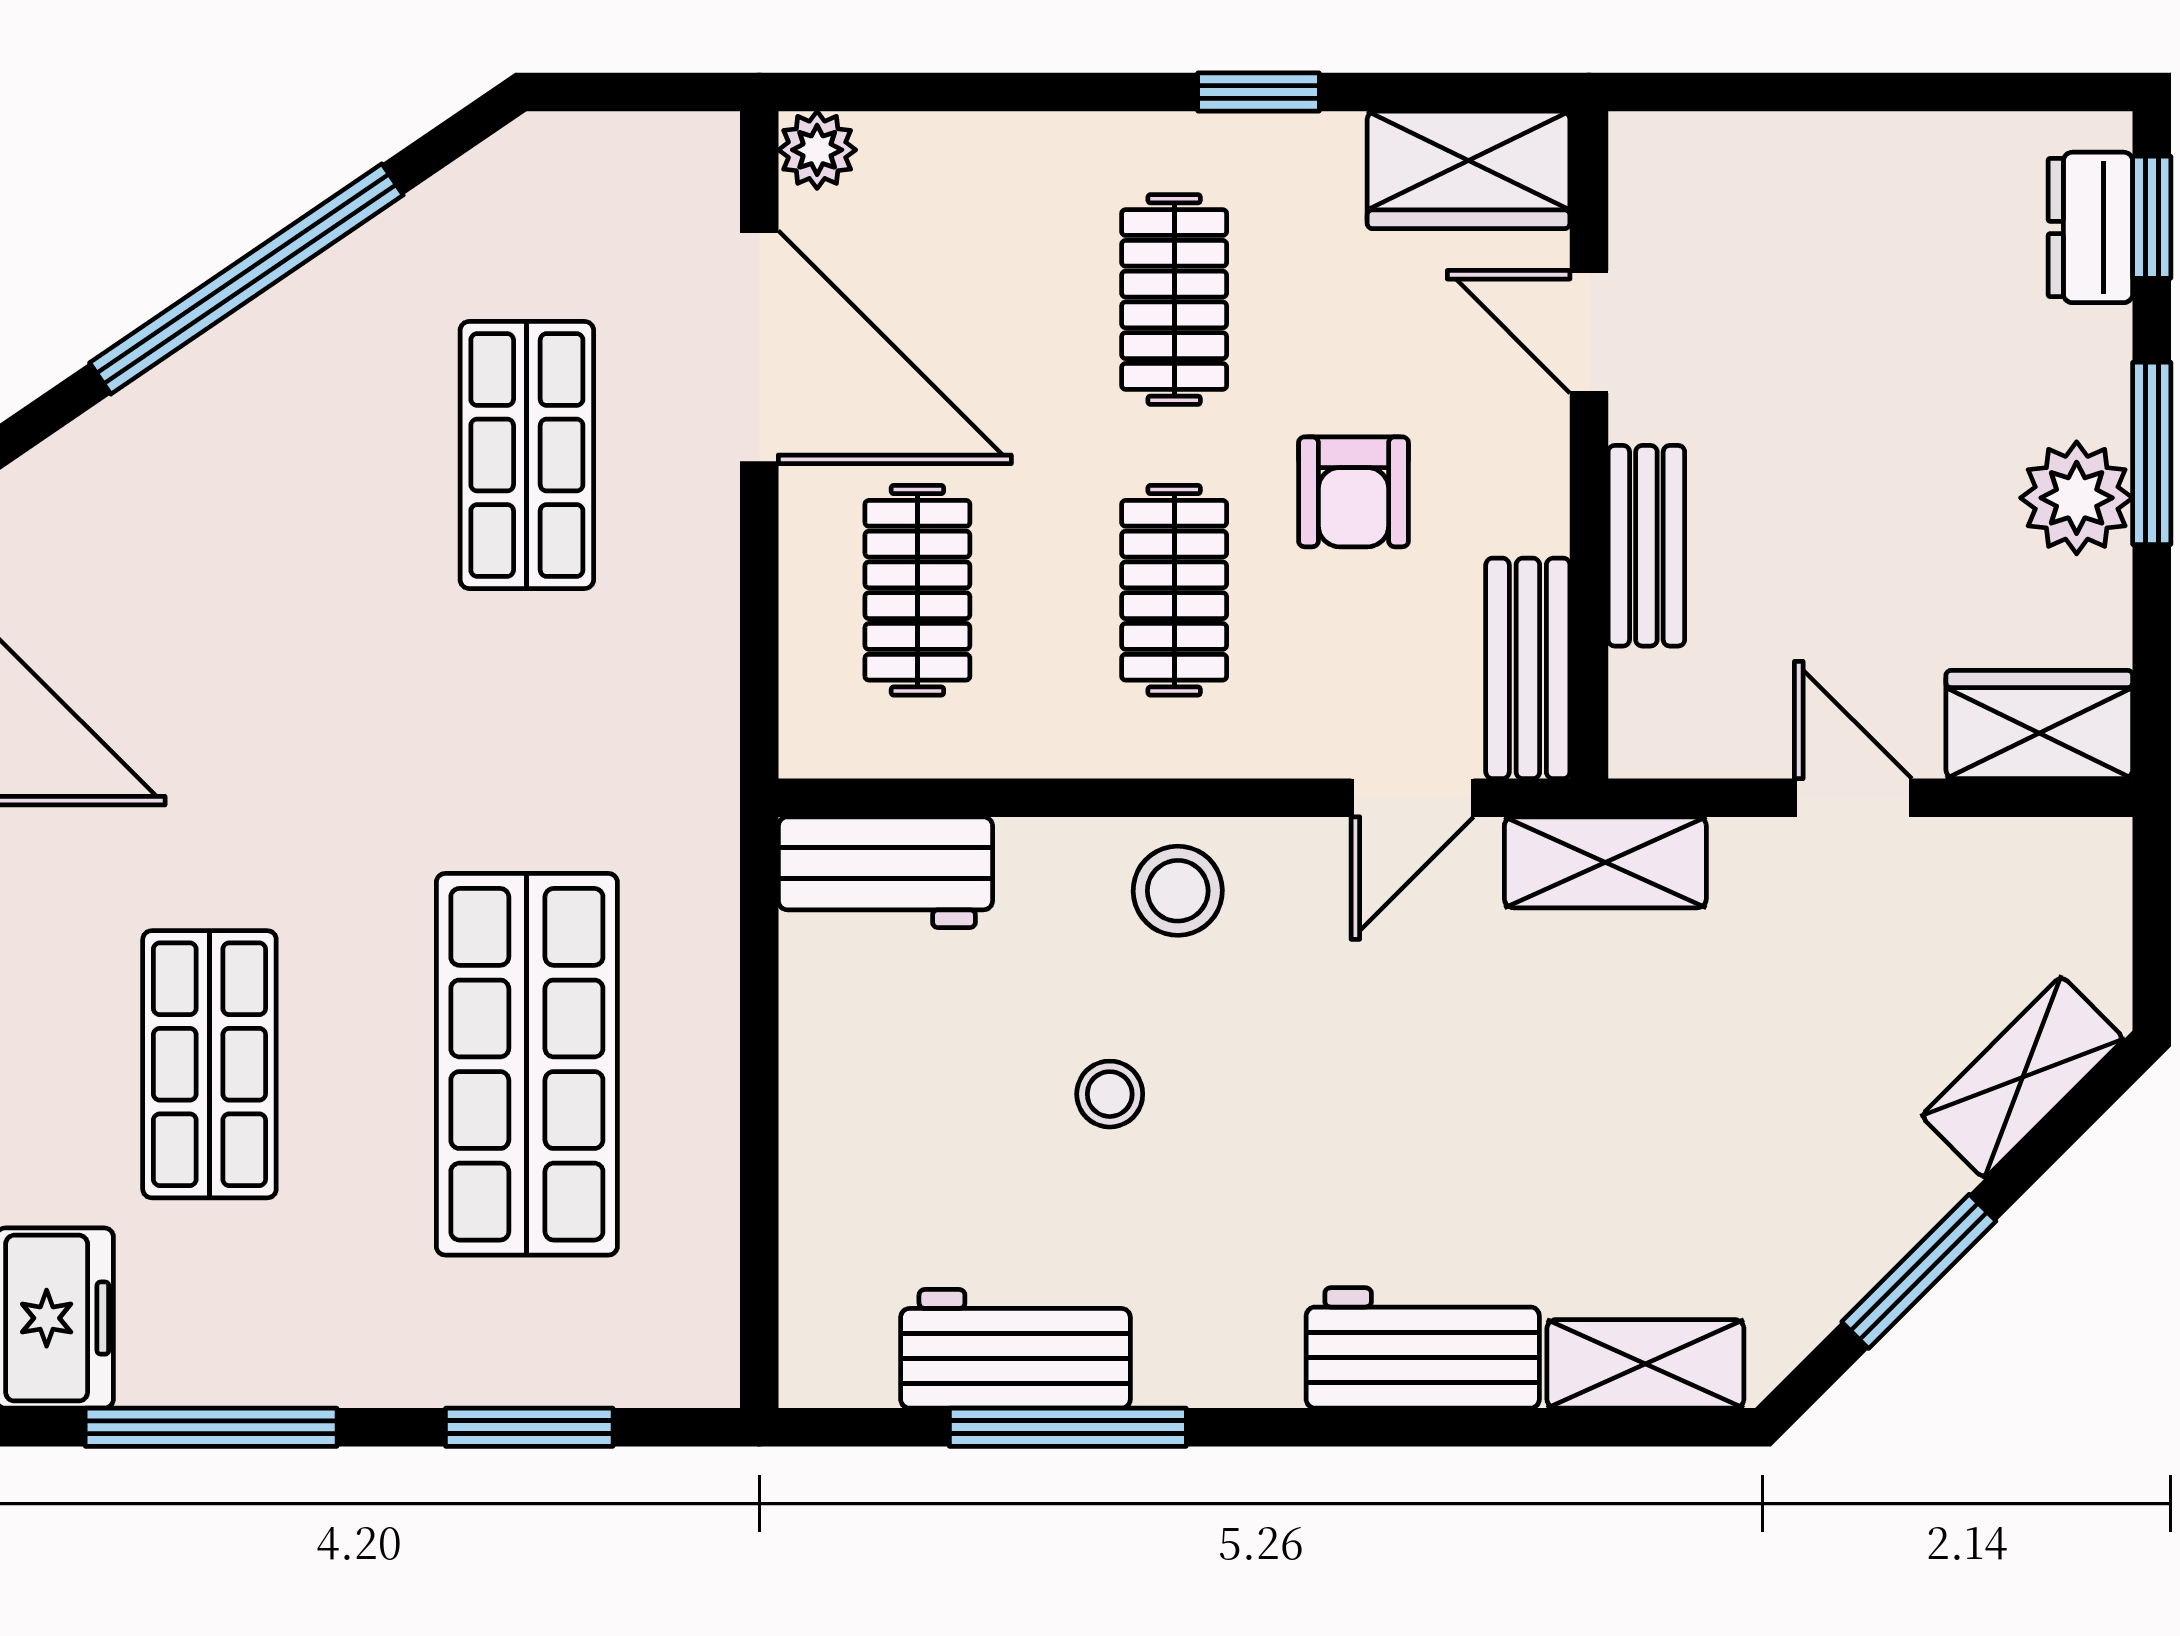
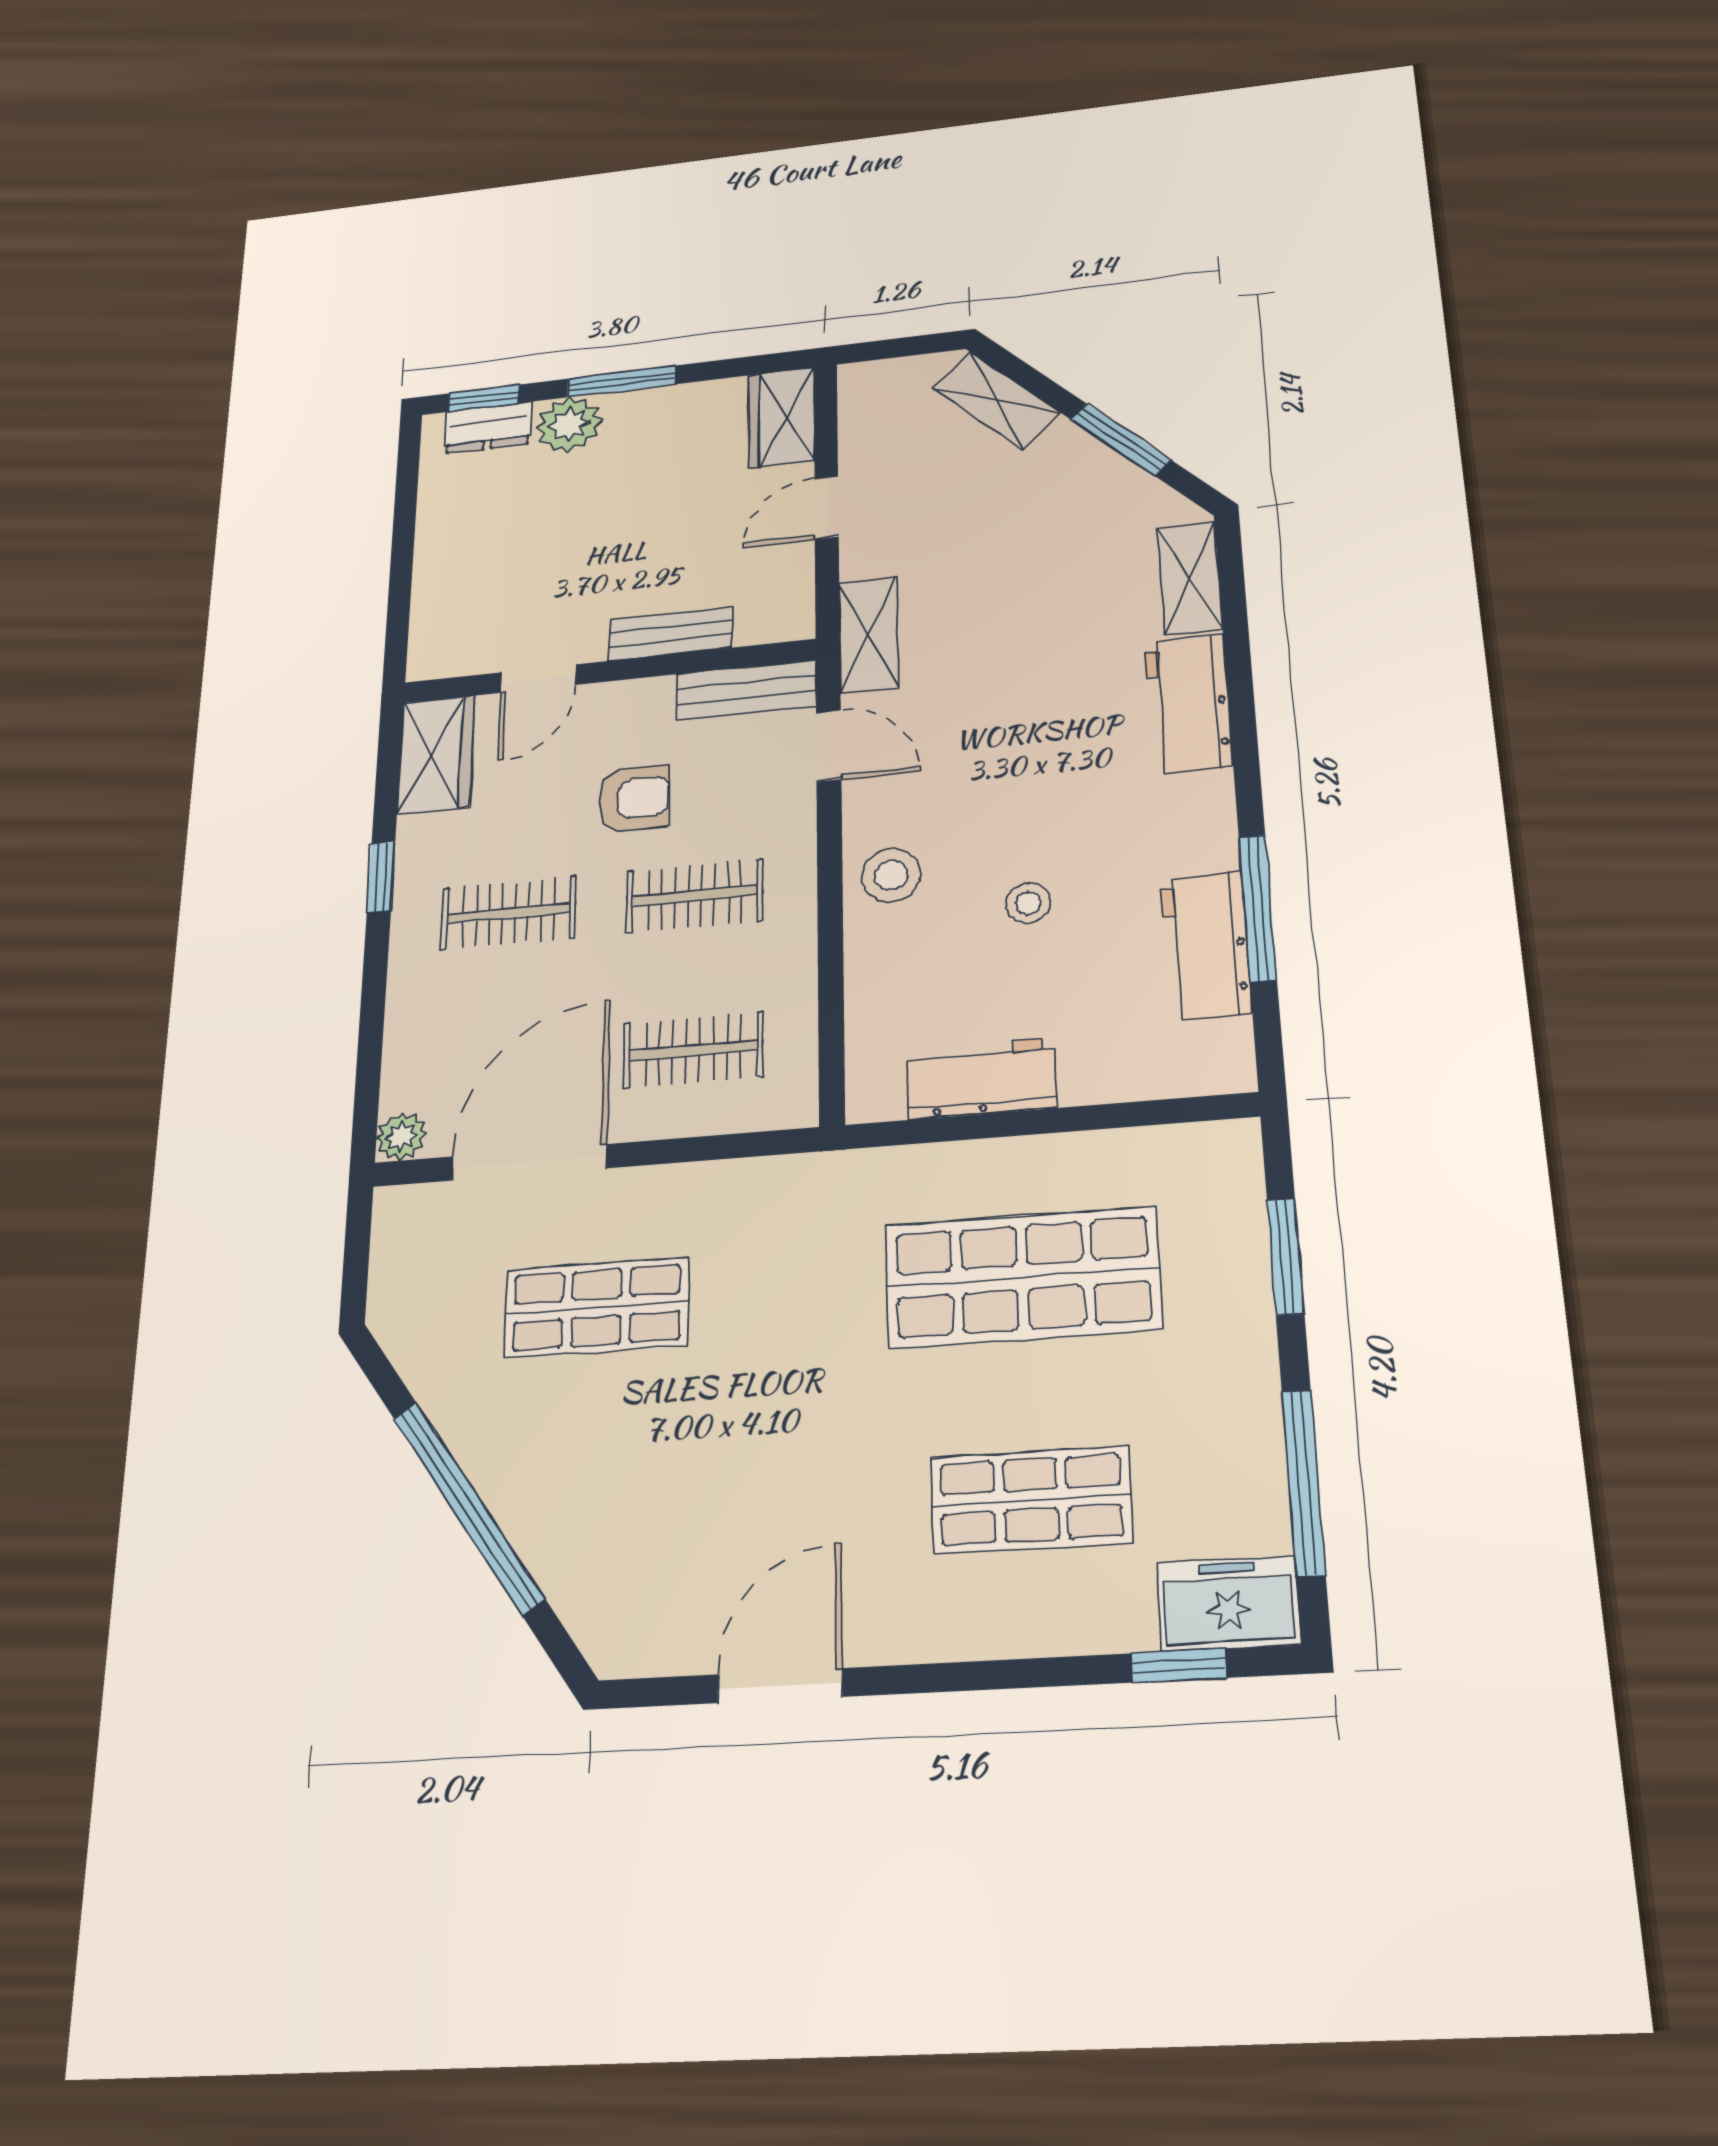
plant: (2077, 498) -> (569, 425), moved
workbench: (885, 872) -> (981, 1079), moved, turned -90

